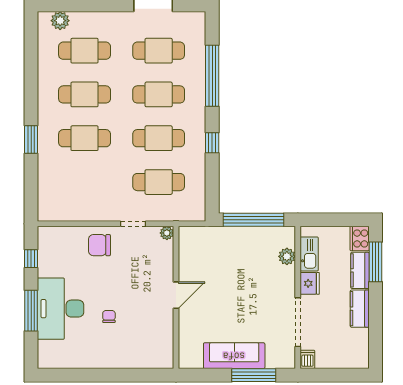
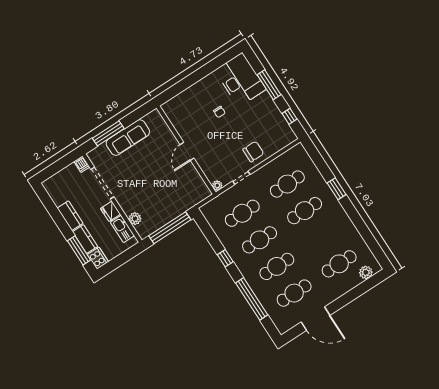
cafe table: (85, 94) -> (287, 184), moved
desk: (61, 309) -> (240, 80), moved

